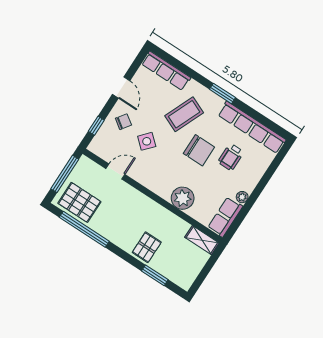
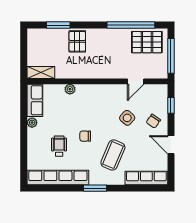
chair: (199, 150) -> (85, 136), width x0.54, depth x0.54
plant: (183, 198) -> (70, 89), width x0.53, depth x0.53

